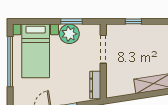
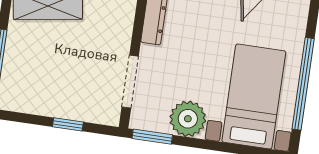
window: (72, 21) -> (152, 137), moved

